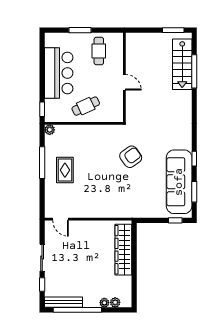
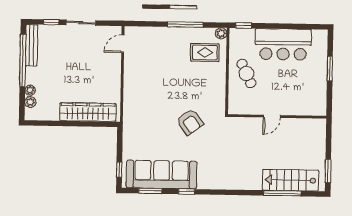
cafe table: (99, 51) -> (307, 89), removed
rug: (65, 170) -> (205, 52), moved

